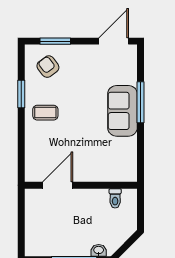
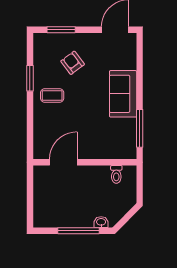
armchair: (48, 67) -> (73, 63), moved
window: (141, 102) -> (140, 128), moved

